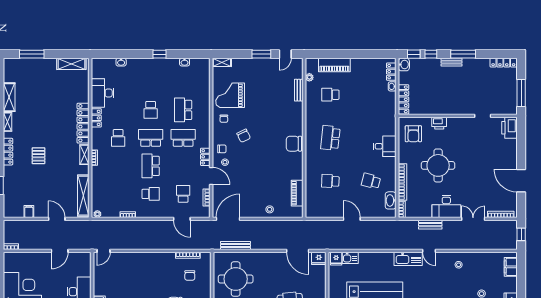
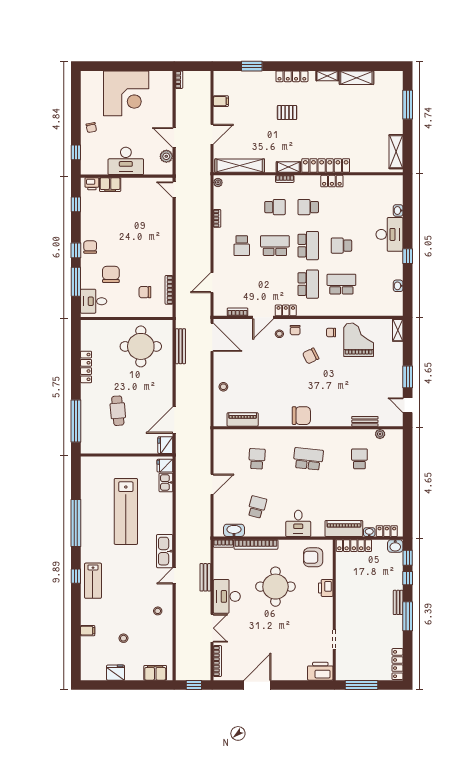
piano: (334, 65) -> (344, 529), moved, turned 90
desk: (103, 93) -> (390, 234), moved, turned 90
chair: (294, 144) -> (301, 416), turned 90
school desk: (183, 194) -> (275, 207), moved
plant: (75, 258) -> (166, 156), added

